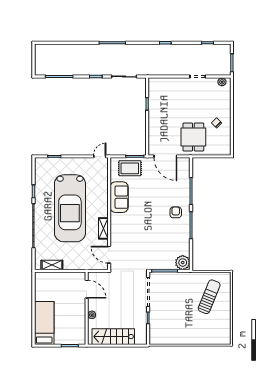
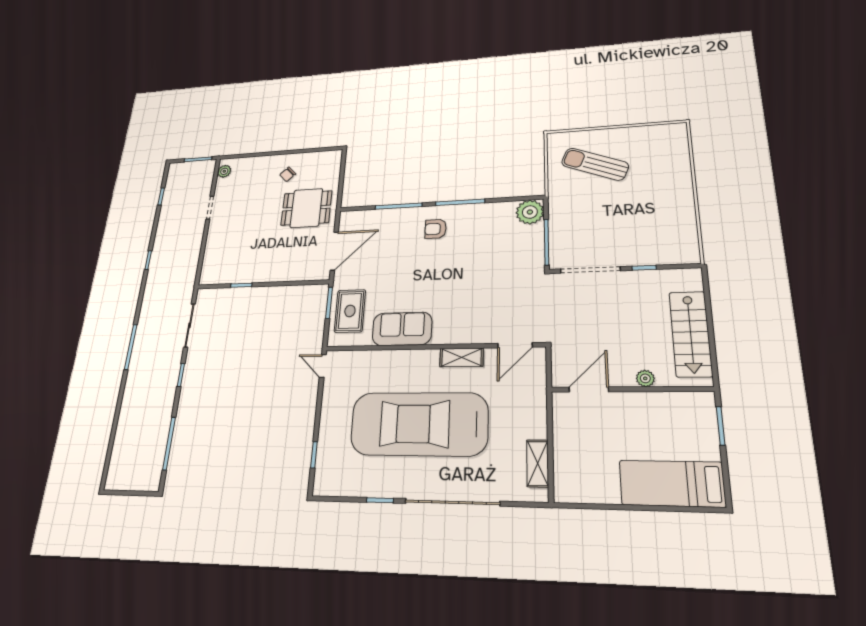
car: (70, 208) -> (419, 424), turned 180

